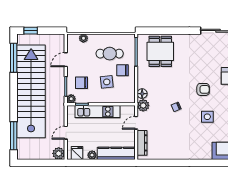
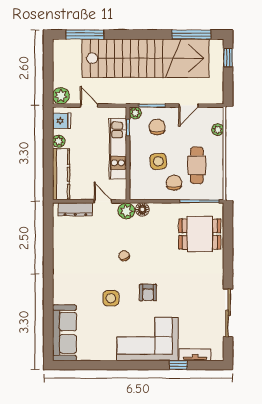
door: (66, 60) -> (189, 106), swing flipped

